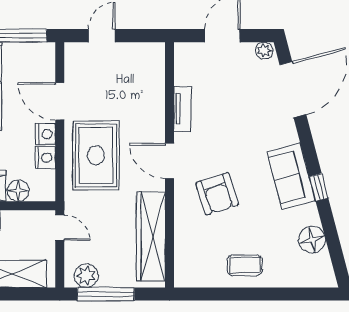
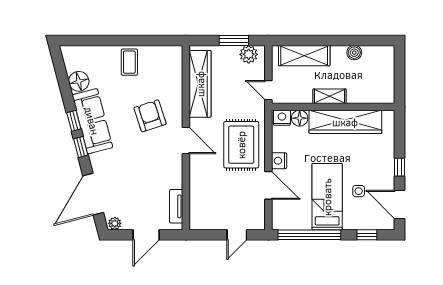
tv unit: (182, 109) -> (176, 206), moved
window: (309, 152) -> (81, 147), added
nightstand: (45, 158) -> (282, 118), moved, turned 90
sofa: (291, 176) -> (92, 121), width x1.36
coffee table: (245, 265) -> (129, 62), turned 90
window: (106, 294) -> (234, 40), width x0.69

